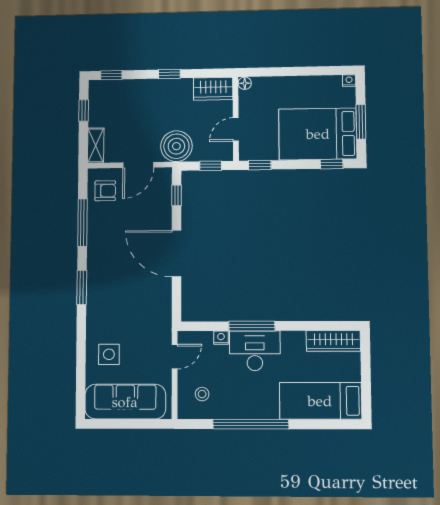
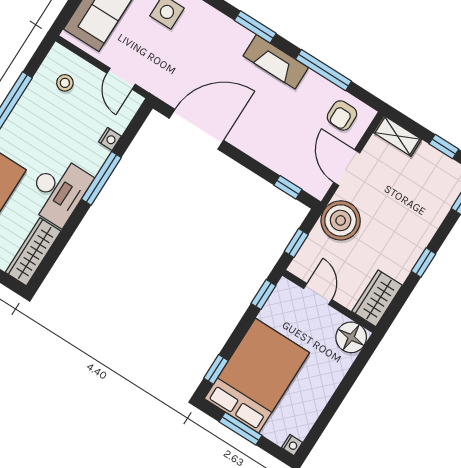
floor lamp: (245, 83) -> (351, 337), width x1.89, depth x1.89
door: (177, 253) -> (196, 129), moved
fireplace: (97, 258) -> (276, 62), added
desk: (255, 351) -> (58, 191), moved

